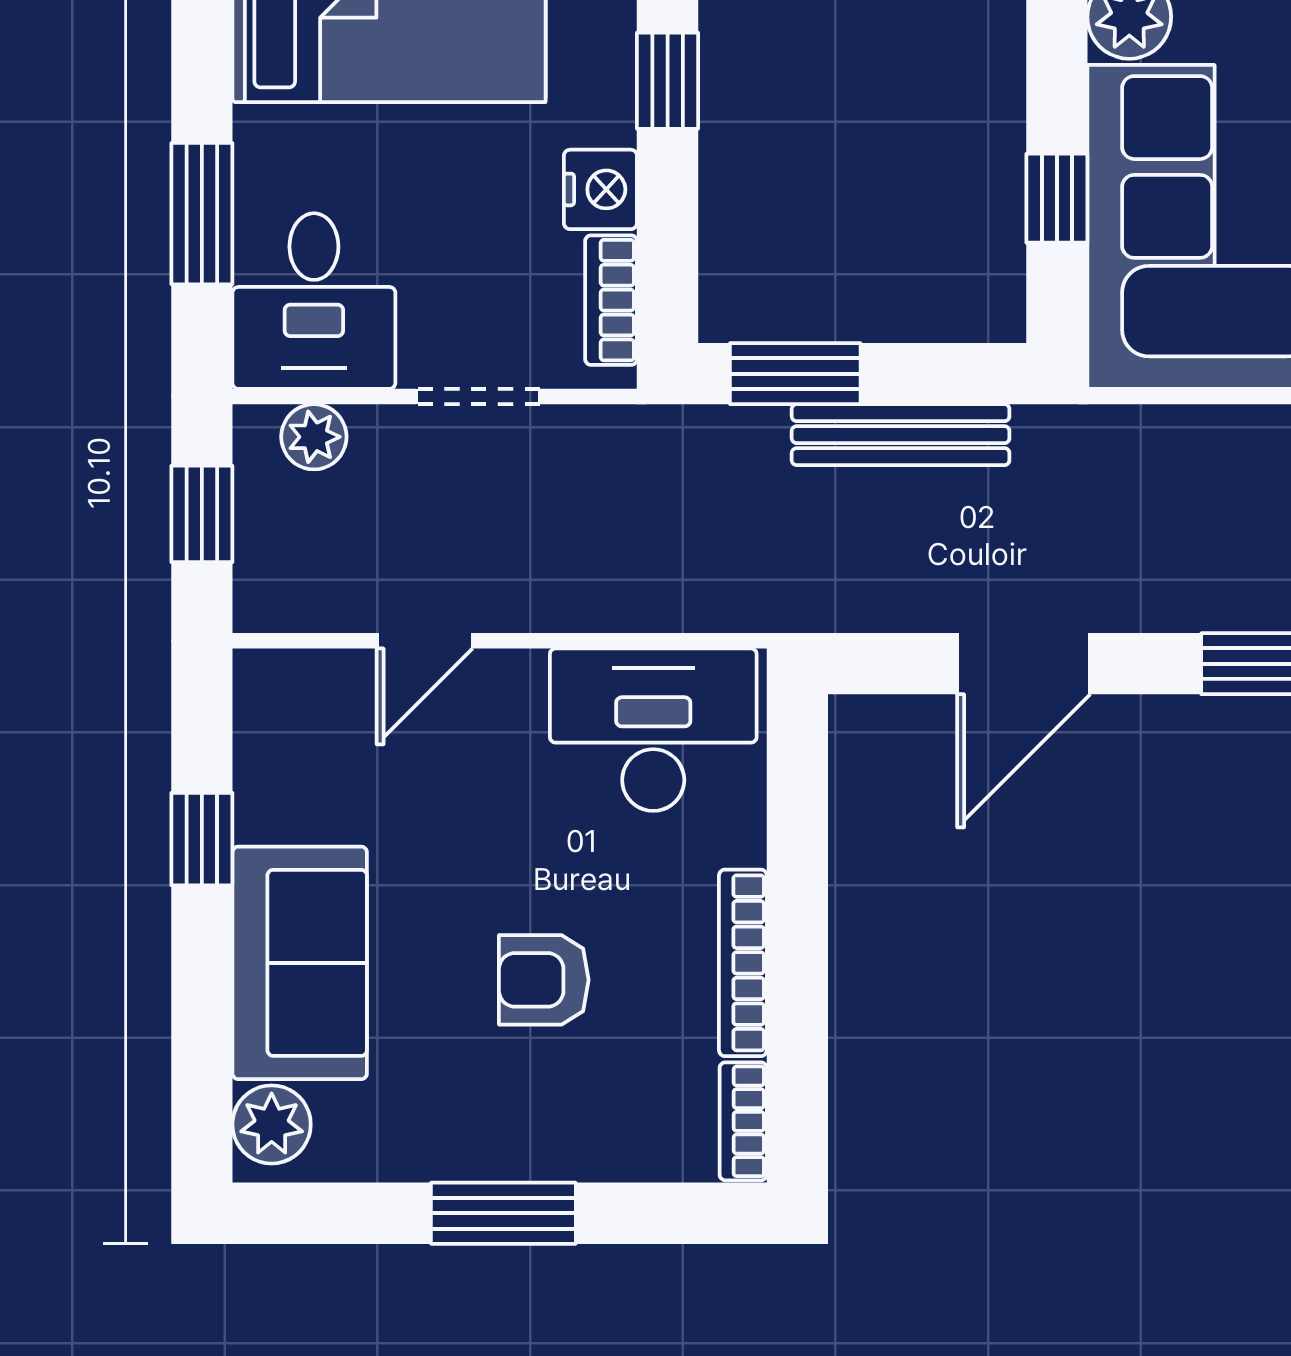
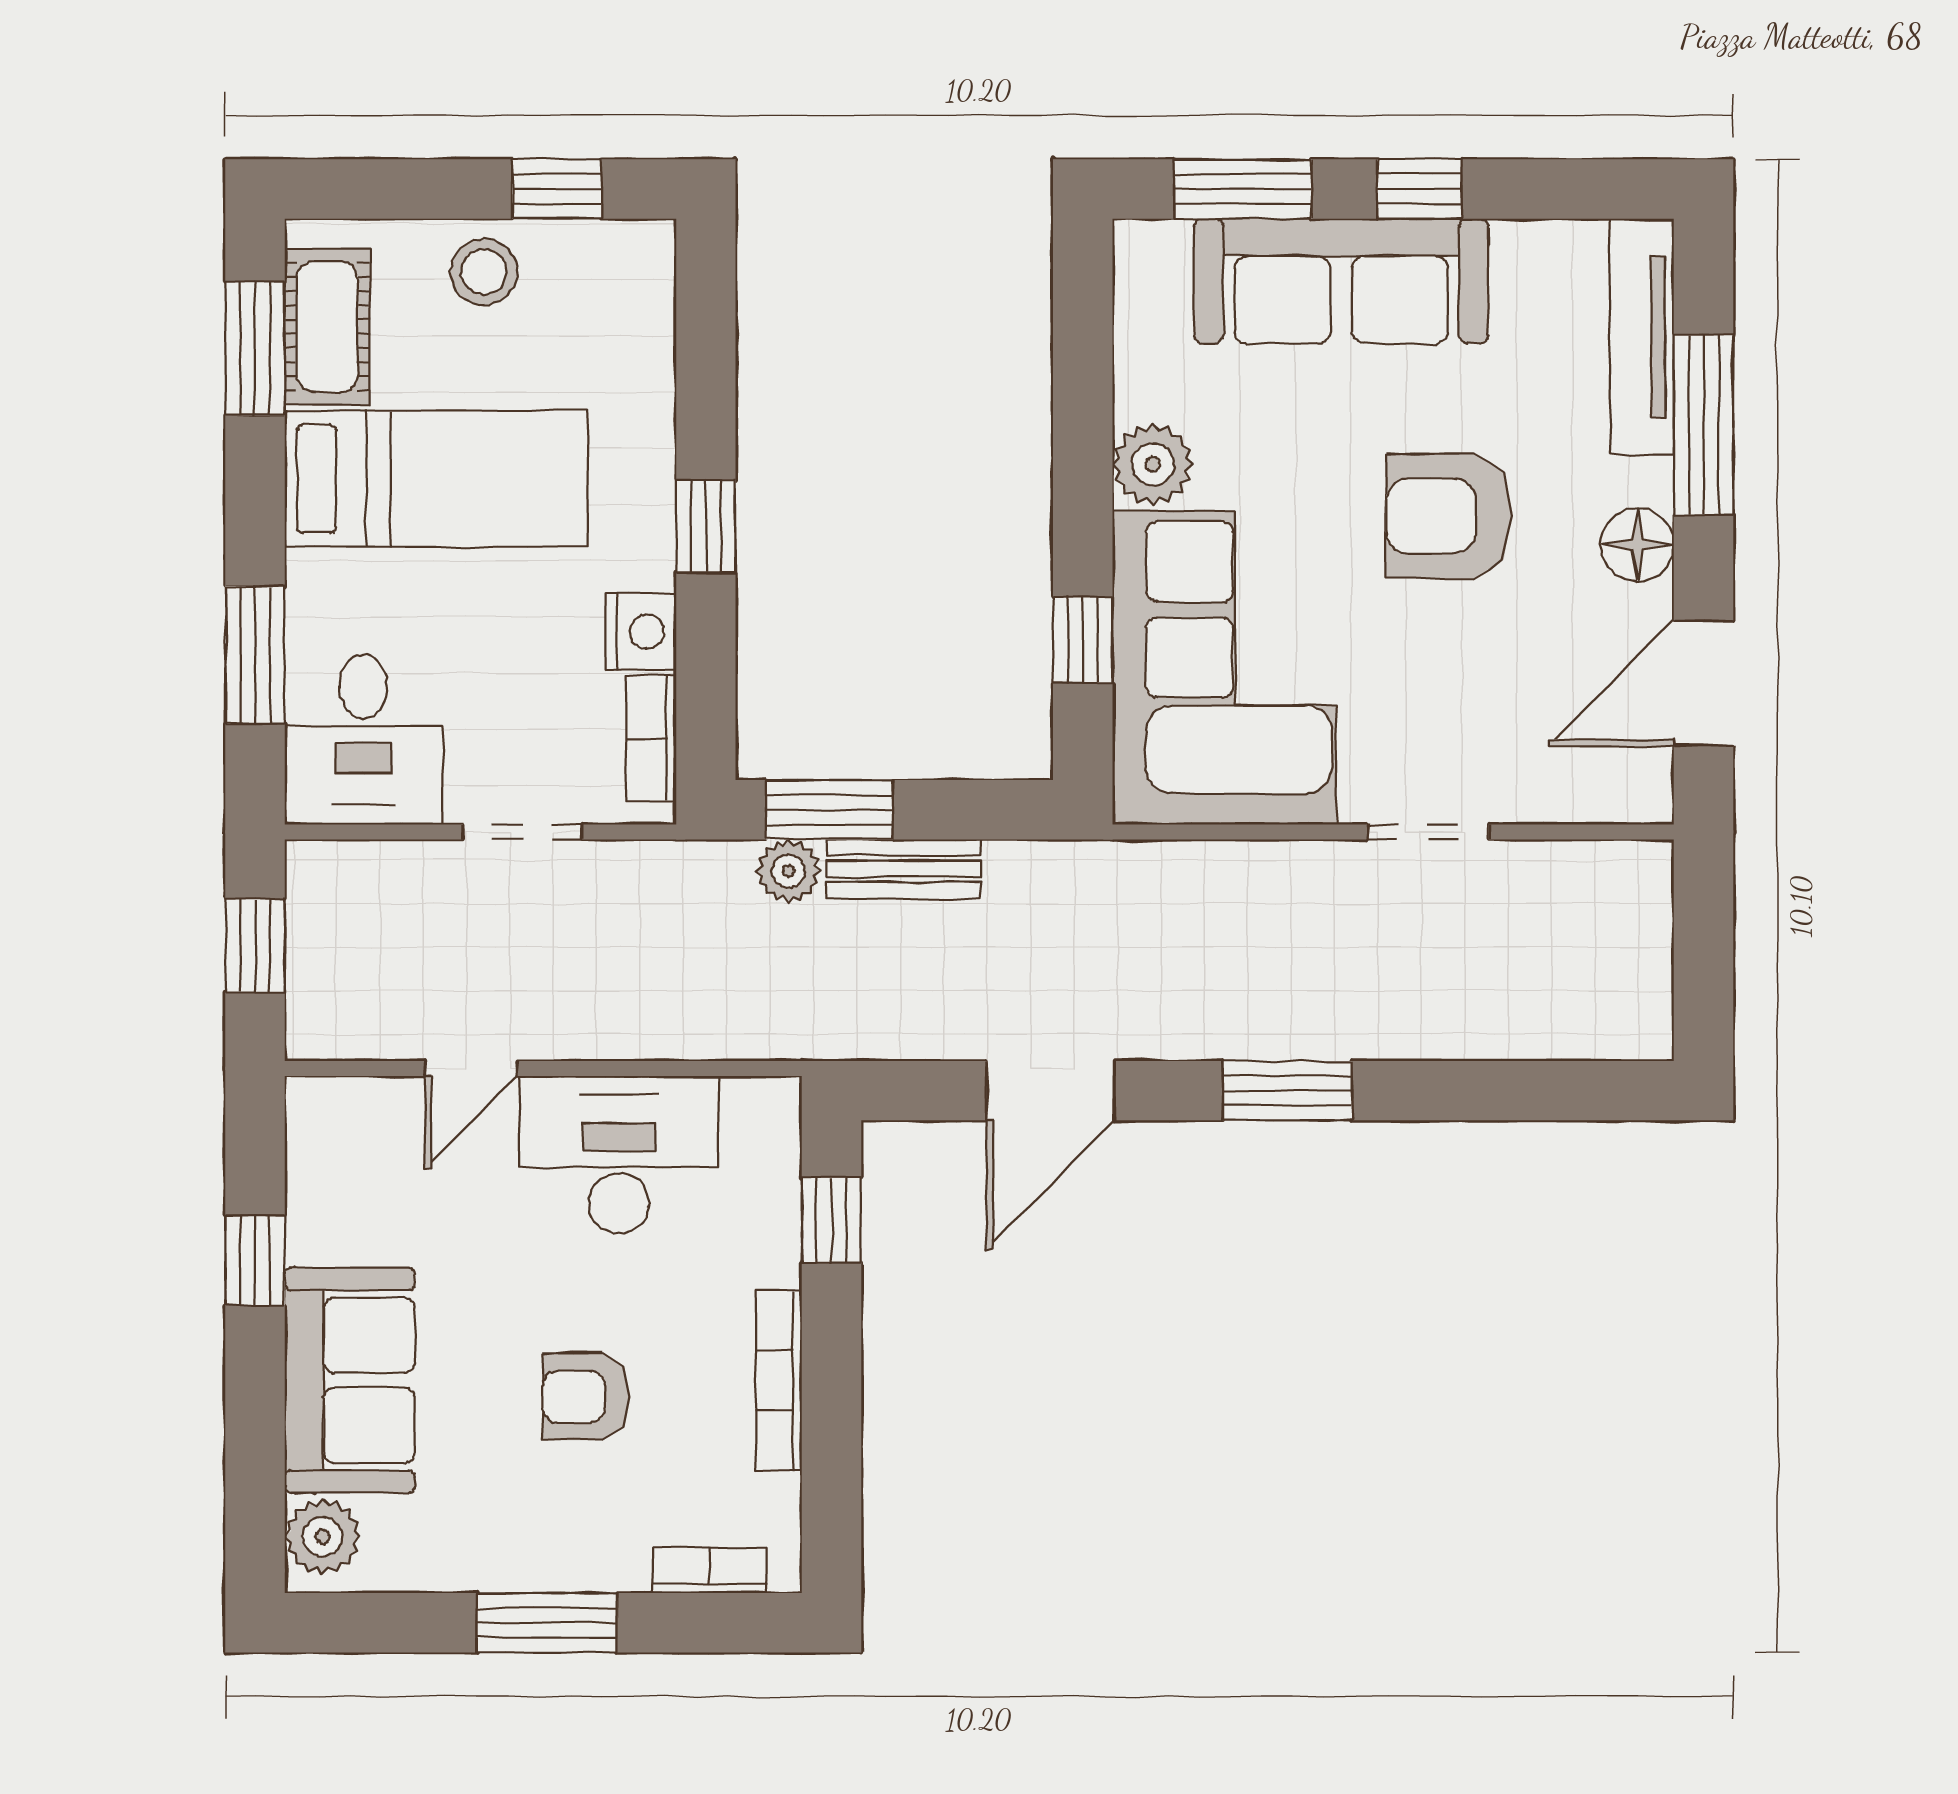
bench: (901, 435) -> (903, 869), width x0.73
plant: (314, 437) -> (789, 871), moved
desk: (653, 730) -> (619, 1155), moved
window: (797, 798) -> (831, 1220), added
bookcase: (743, 1121) -> (709, 1570), moved, turned 90

